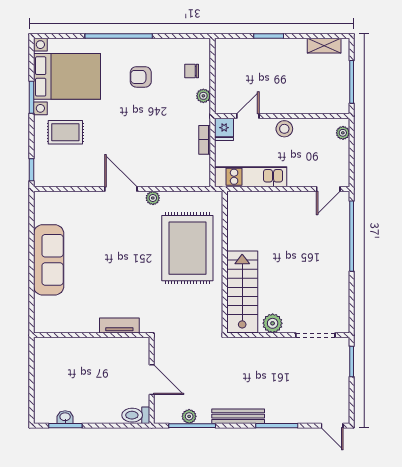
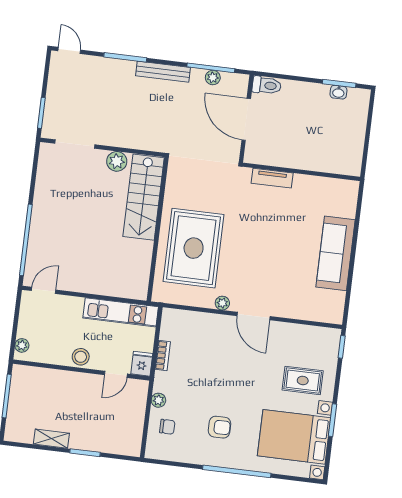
shelving: (324, 46) -> (51, 439), moved
door: (152, 380) -> (246, 119), width x1.36

